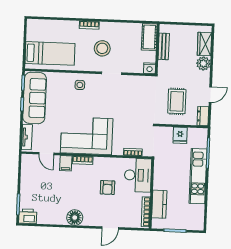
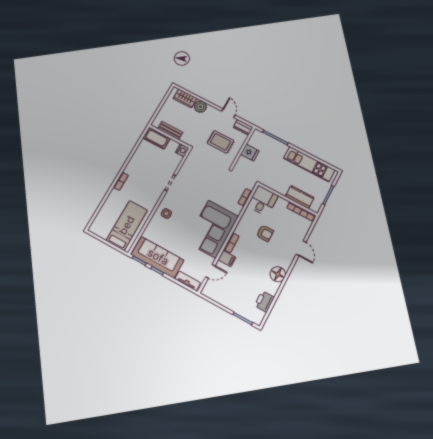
stool: (102, 48) -> (146, 180), removed
desk: (138, 175) -> (263, 201), width x0.73
kitchen unit: (198, 176) -> (309, 164), moved
printer: (28, 216) -> (264, 301), moved

